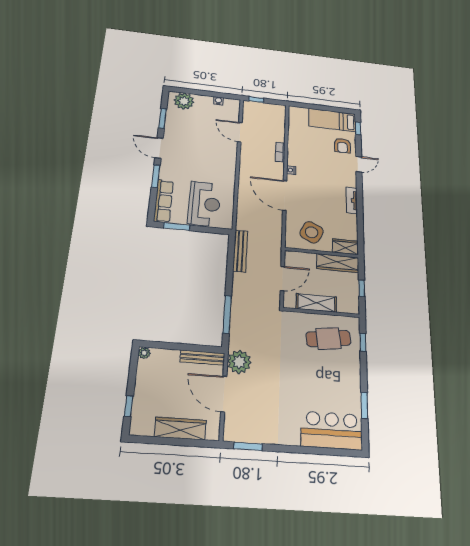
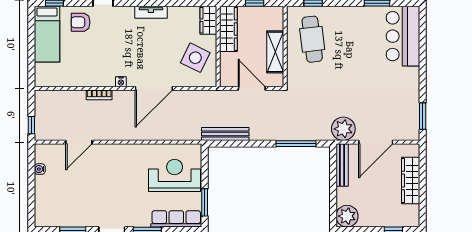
plant: (184, 101) -> (46, 208), removed
armchair: (342, 146) -> (81, 22), turned 180
plant: (144, 353) -> (347, 216), width x1.88, depth x1.88

